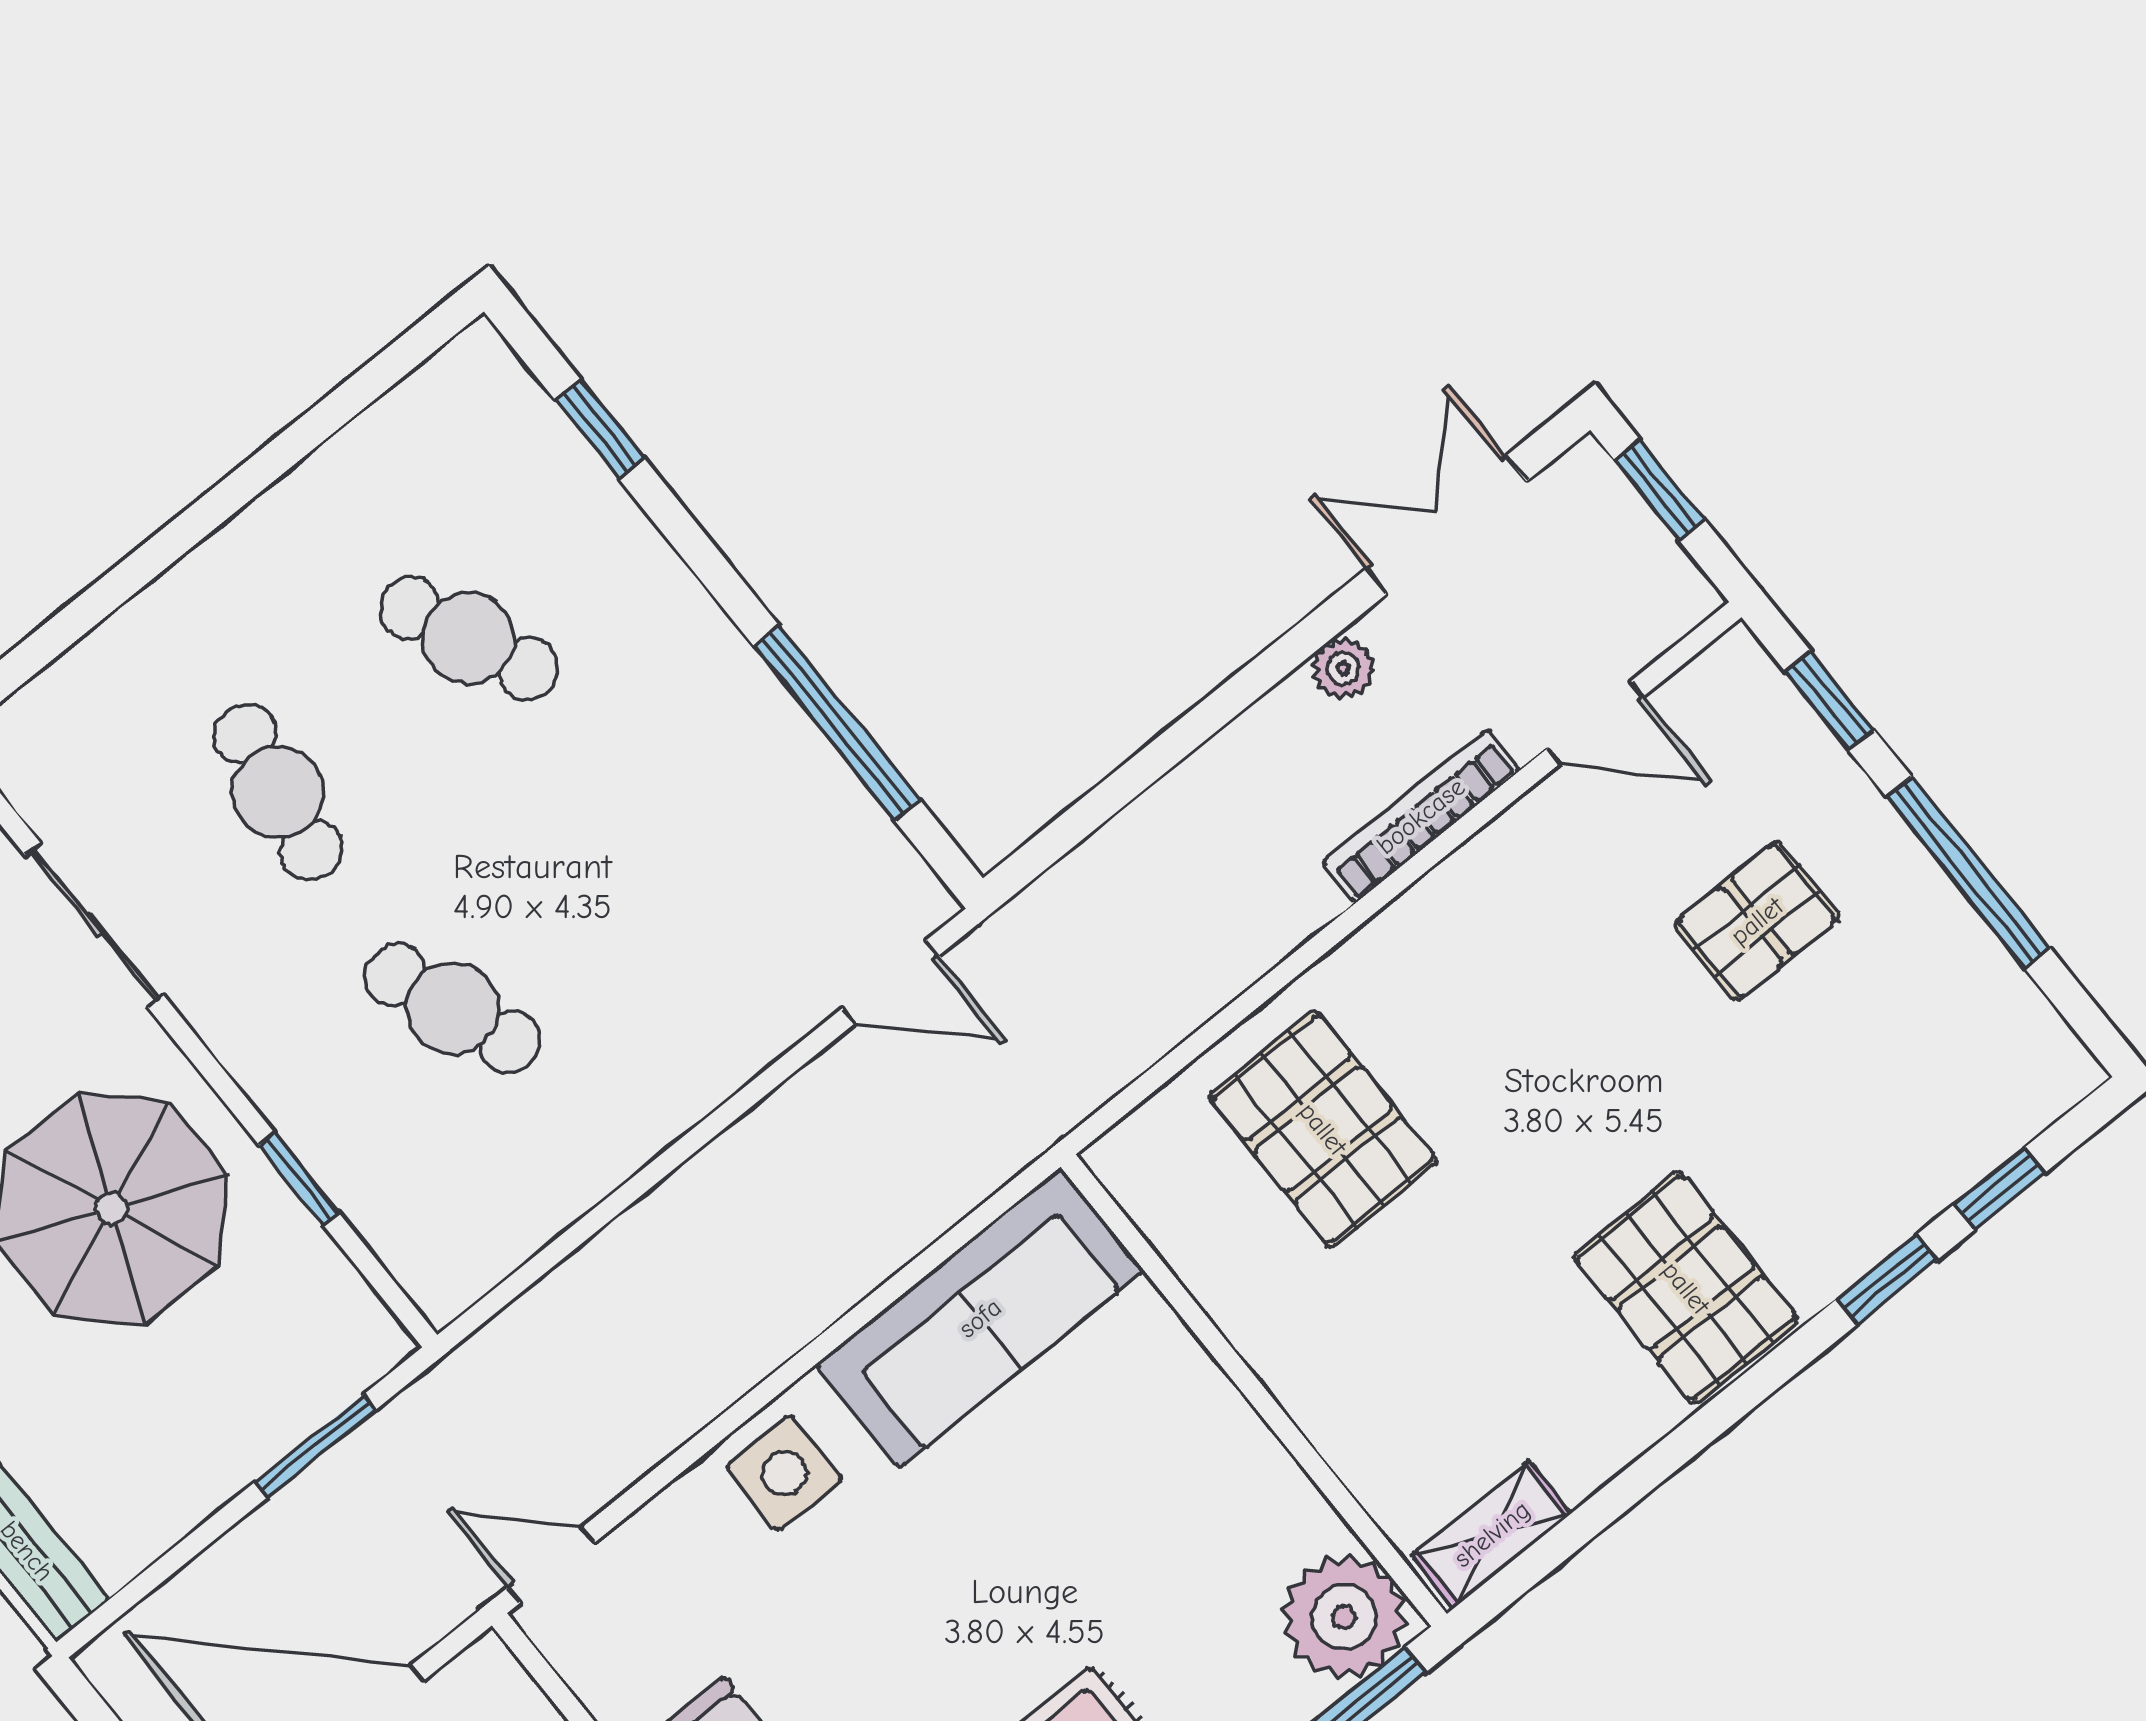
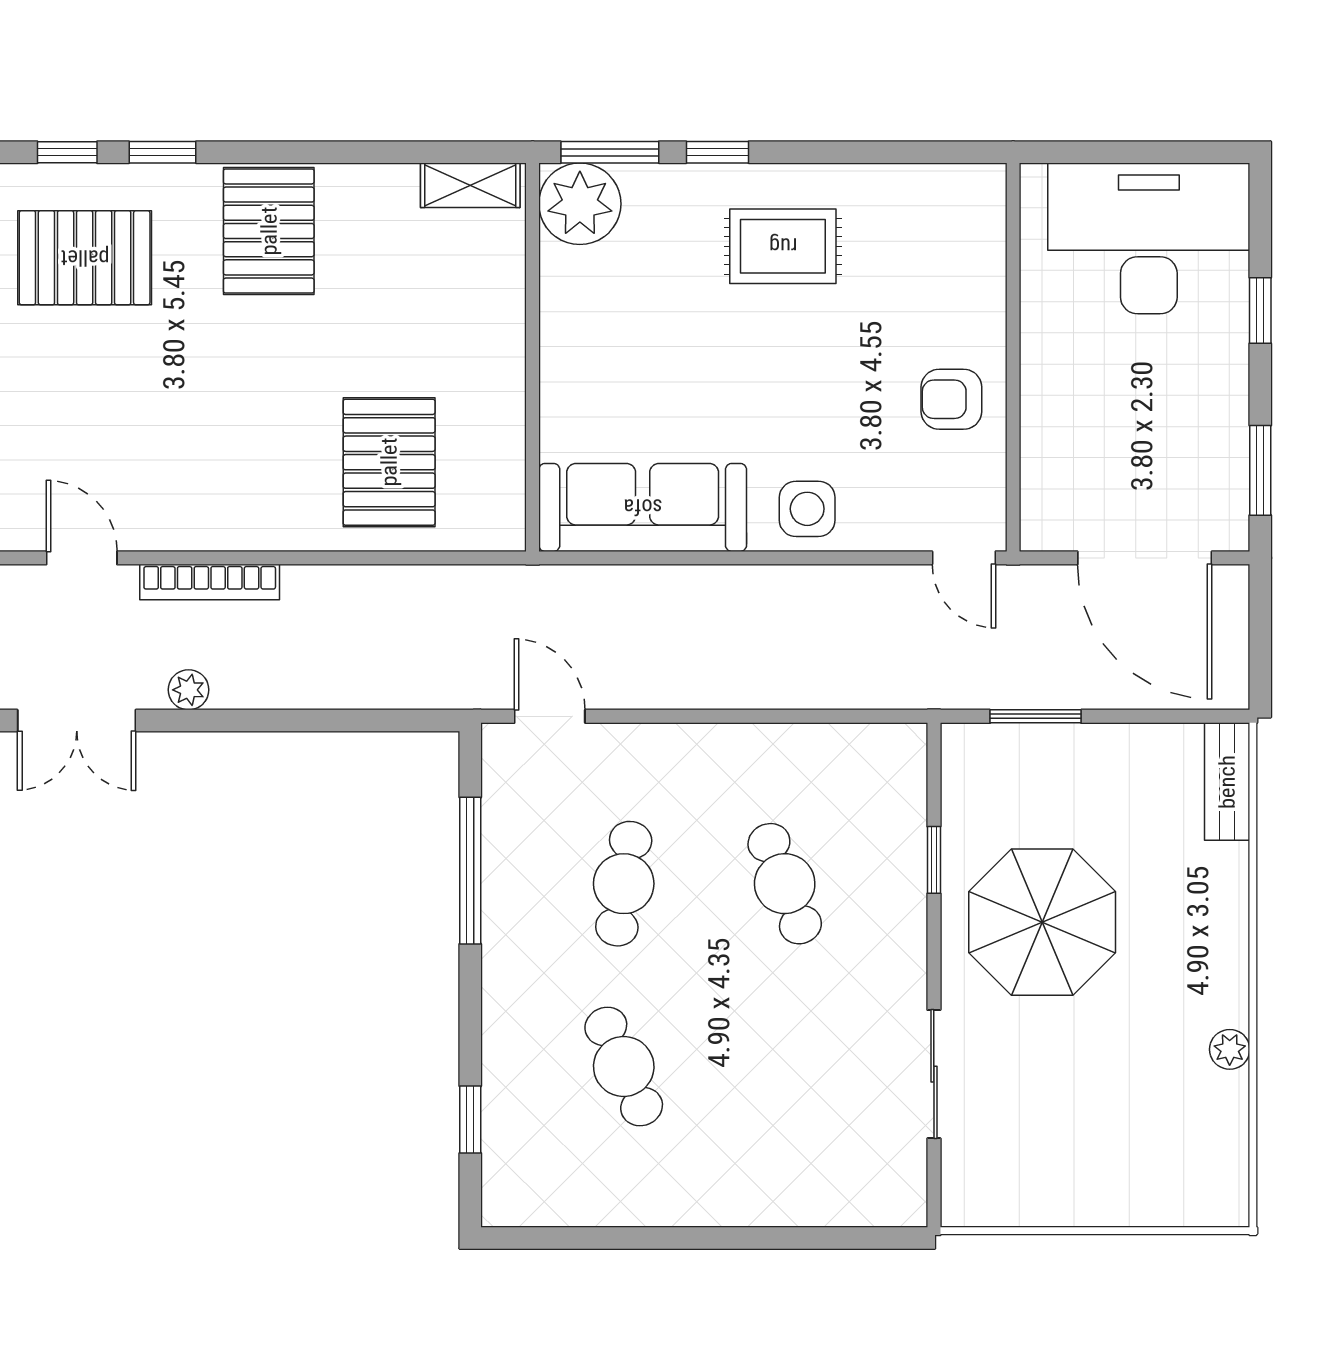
cafe table: (278, 792) -> (624, 884), moved
pallet: (1757, 921) -> (85, 258), moved, width x1.50, depth x1.42

